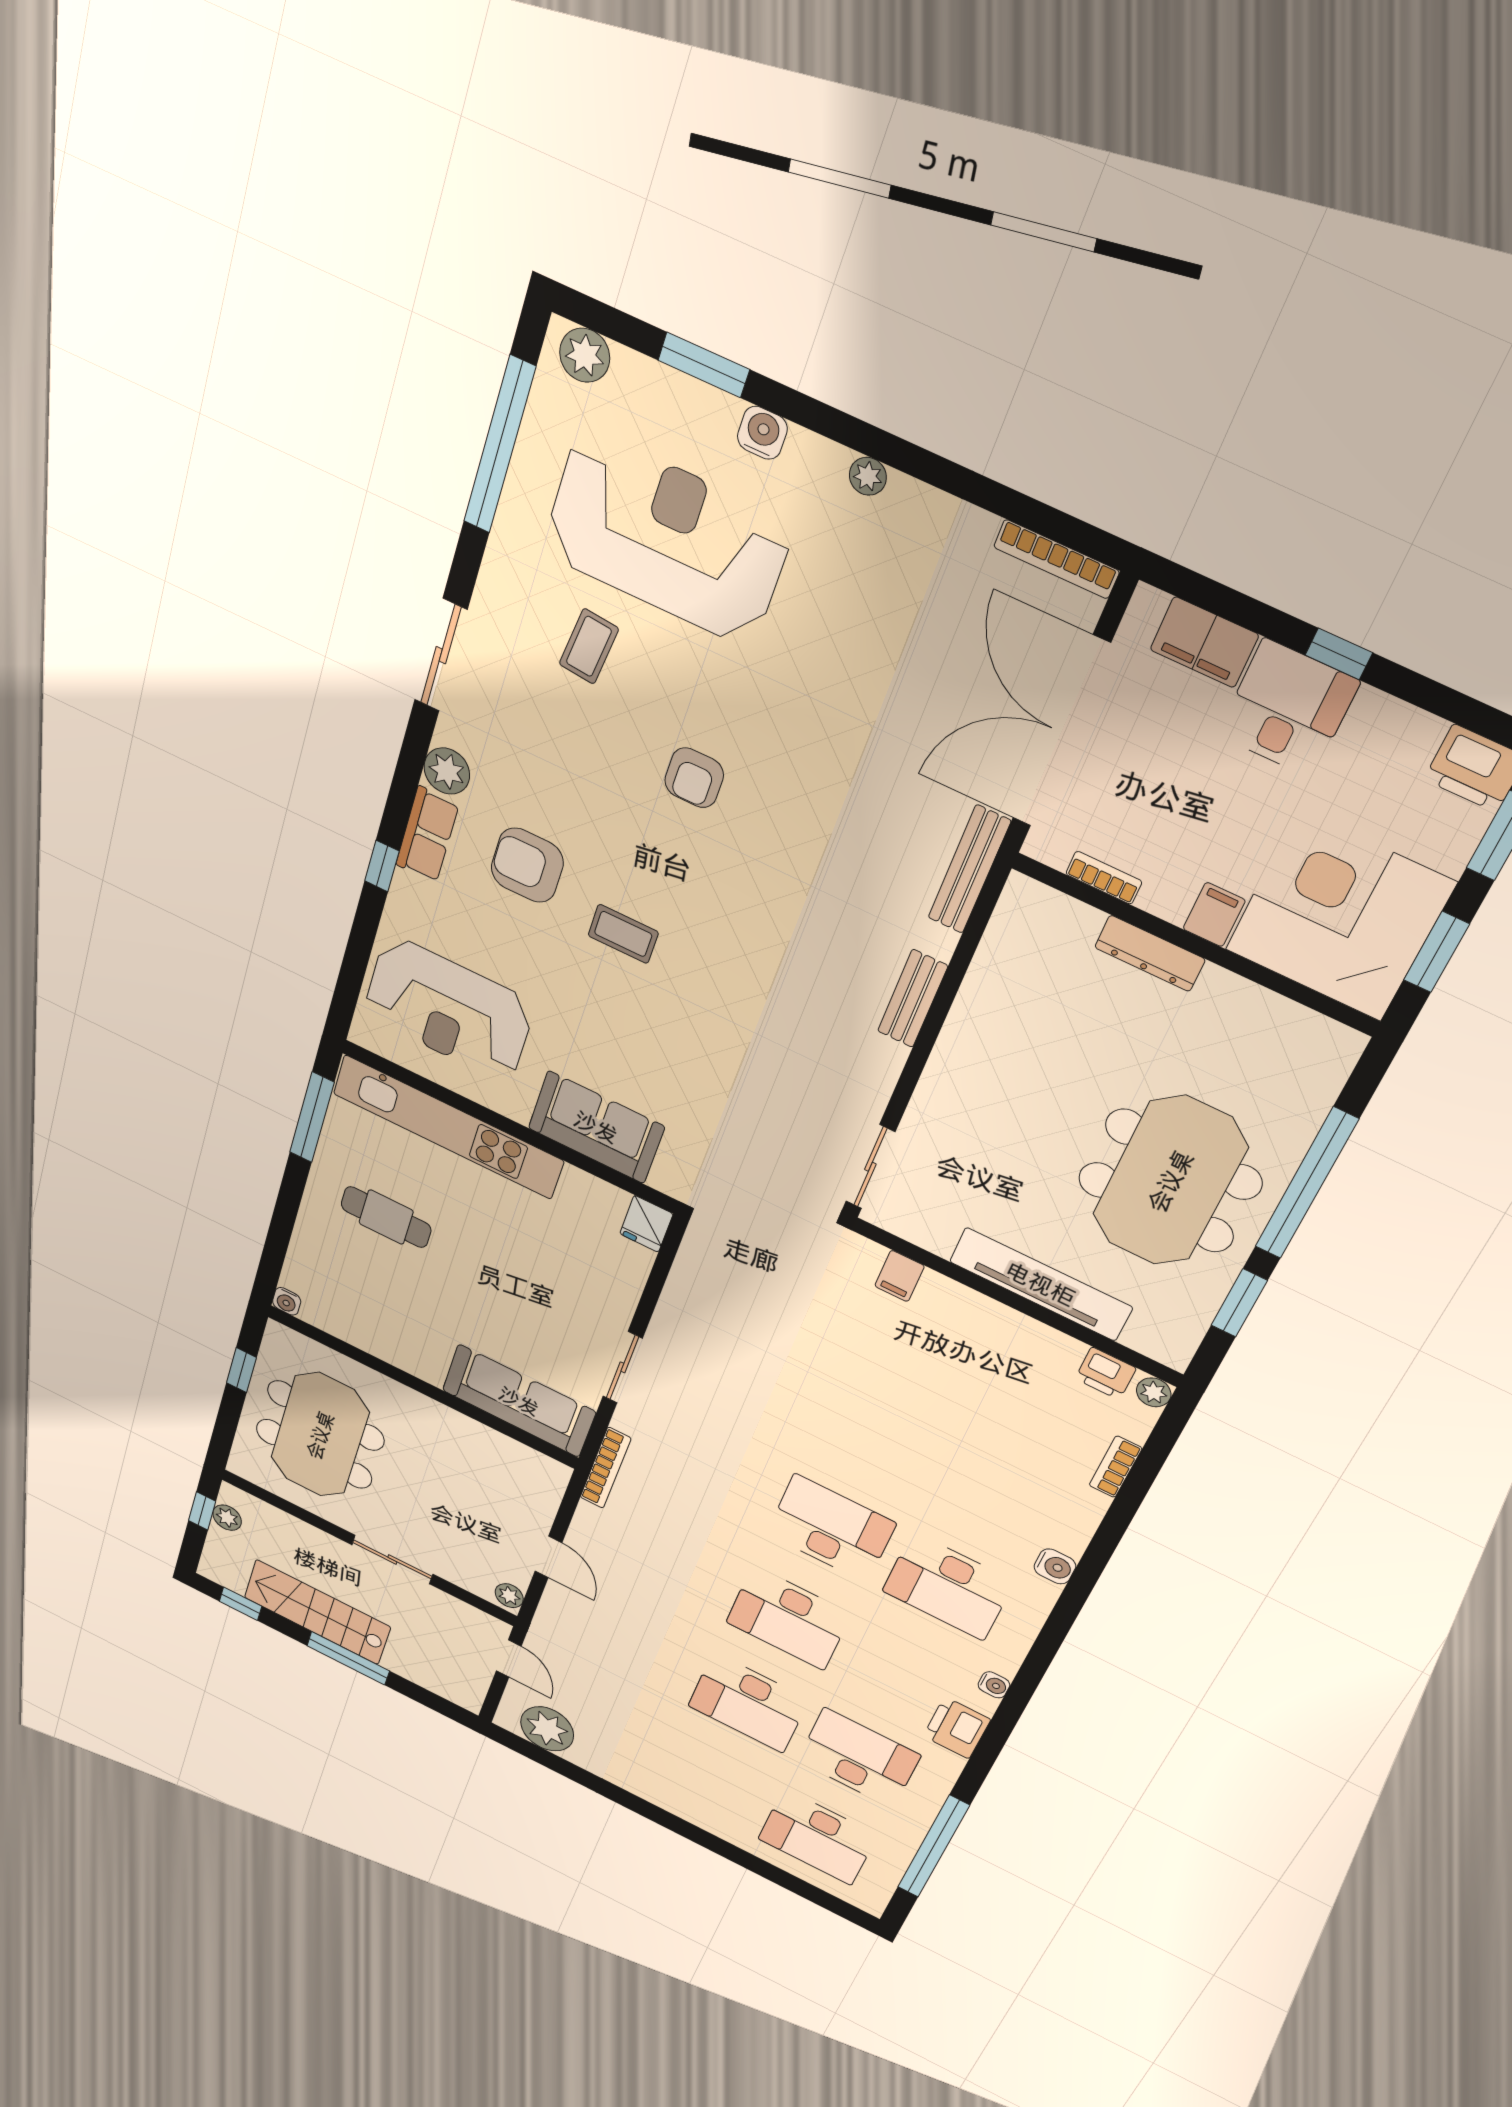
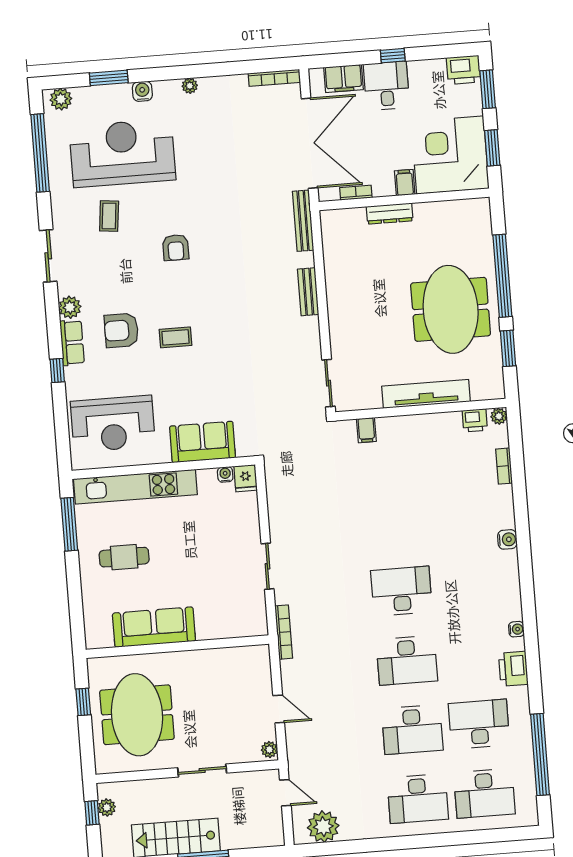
double door: (1061, 732) -> (310, 143), swing flipped
water cooler: (287, 1301) -> (225, 474), moved, turned 180
sofa: (519, 1401) -> (154, 627), moved
desk: (948, 1586) -> (418, 799), moved

